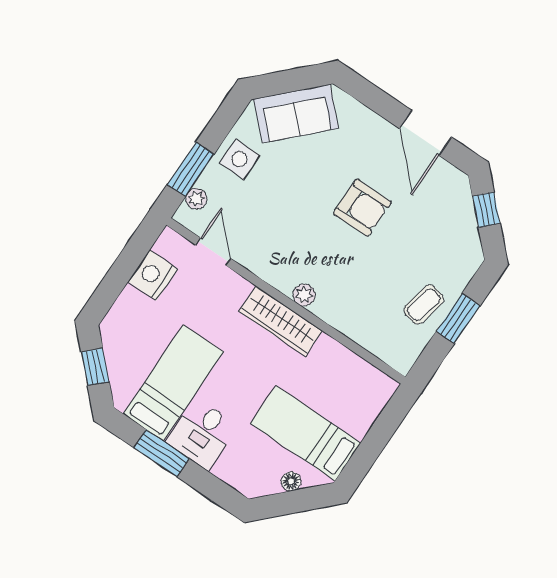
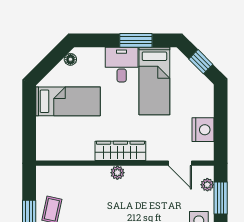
floor lamp: (291, 481) -> (70, 59), moved

